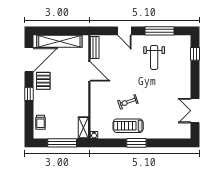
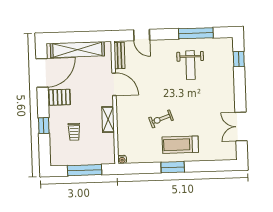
door: (124, 31) -> (142, 35), moved
pallet: (43, 81) -> (60, 97), turned 90
window: (29, 94) -> (44, 126), moved
trolley: (41, 122) -> (74, 132), moved
treadmill: (128, 126) -> (180, 145), moved
shelving: (83, 128) -> (108, 120), moved

